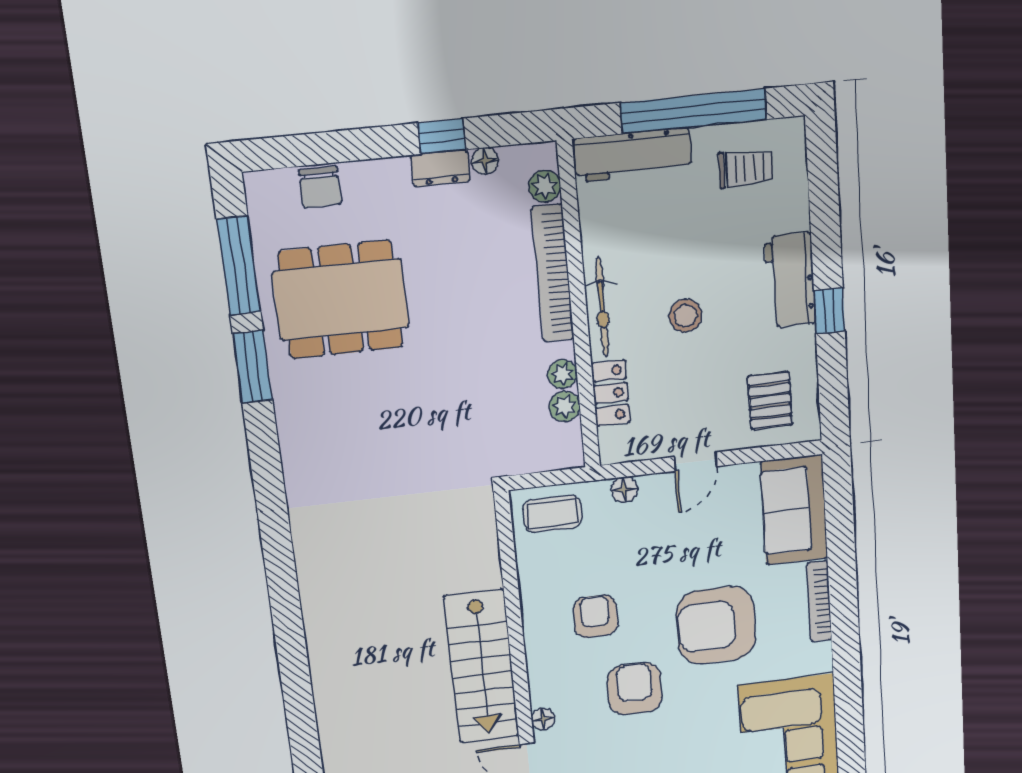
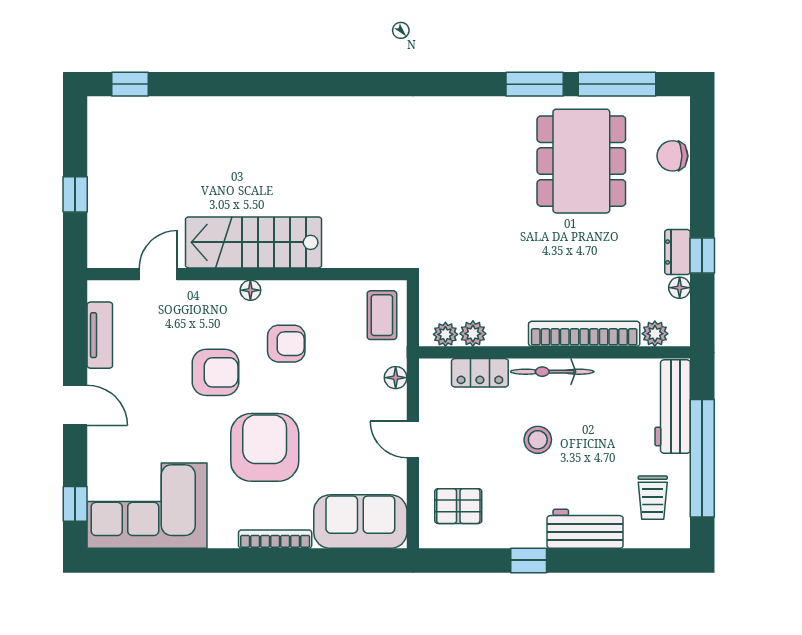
workbench: (790, 280) -> (585, 529), moved
plant: (563, 374) -> (445, 334), moved
floor lamp: (543, 719) -> (250, 290), moved

